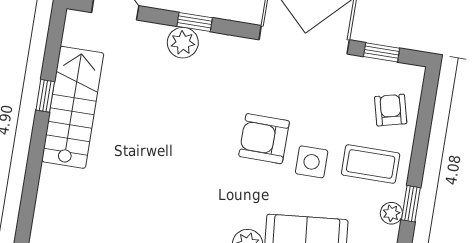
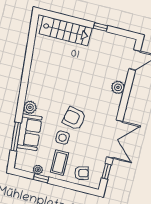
window: (195, 22) -> (126, 93), removed
stairs: (73, 107) -> (66, 31), moved
armchair: (264, 139) -> (74, 118), turned -80

